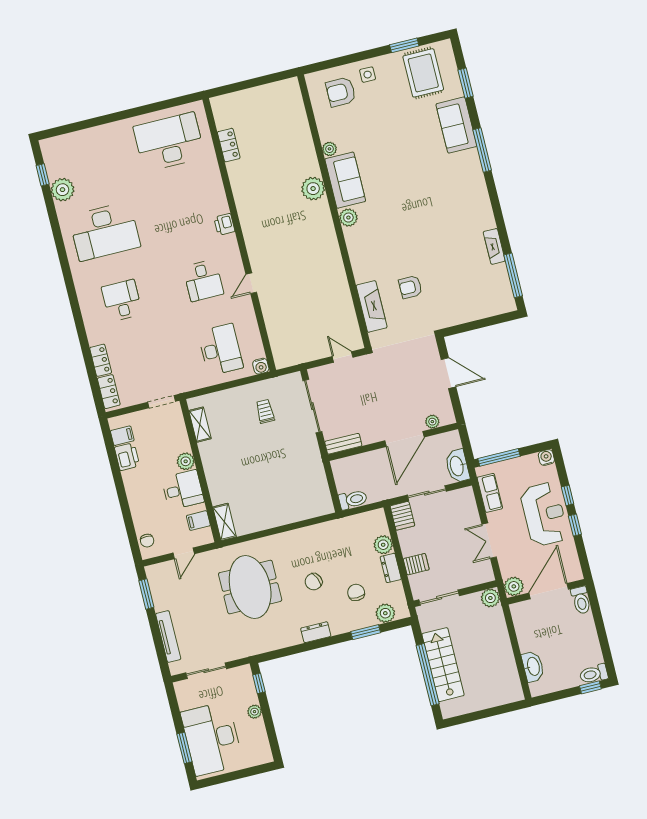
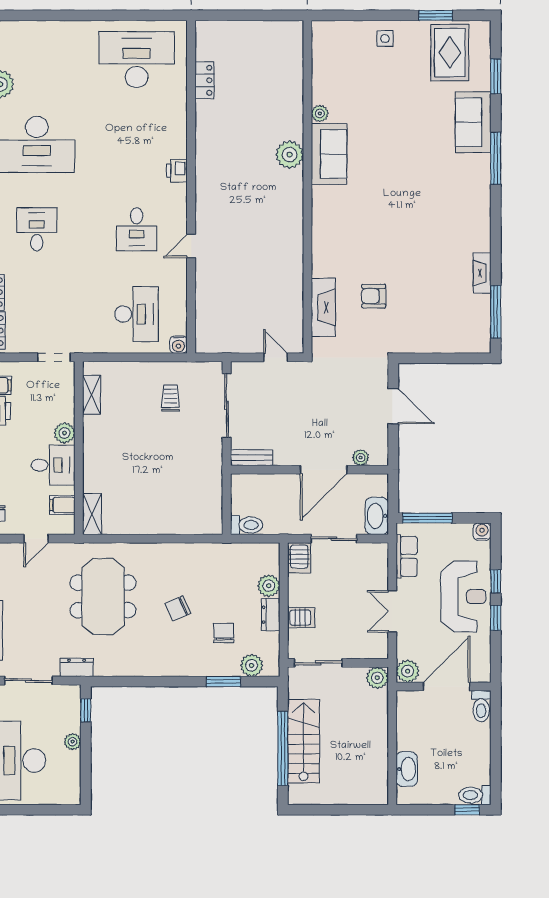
armchair: (341, 92) -> (349, 51), removed
plant: (348, 218) -> (322, 198), removed
dresser: (316, 632) -> (77, 667), moved

